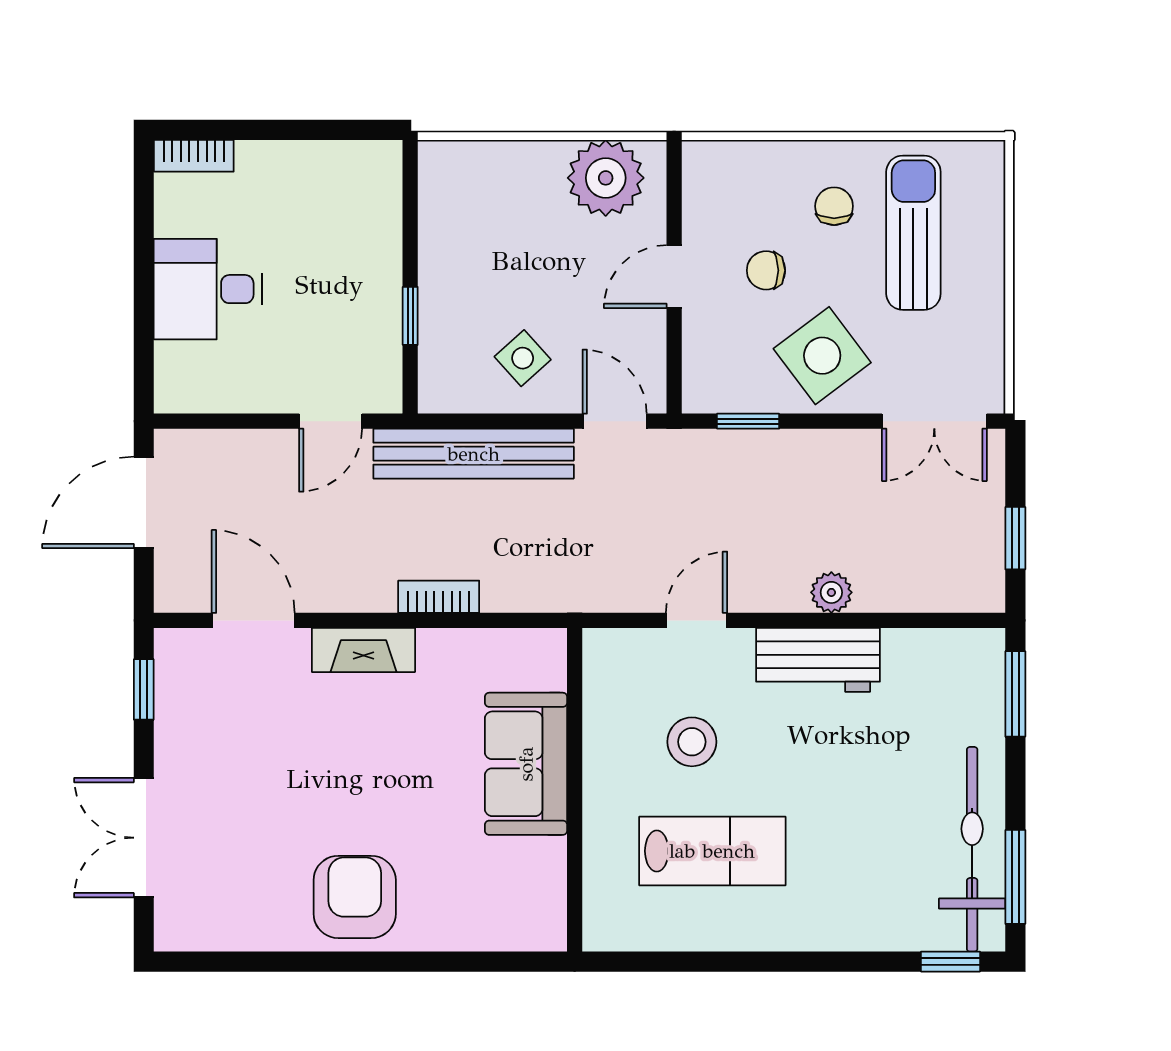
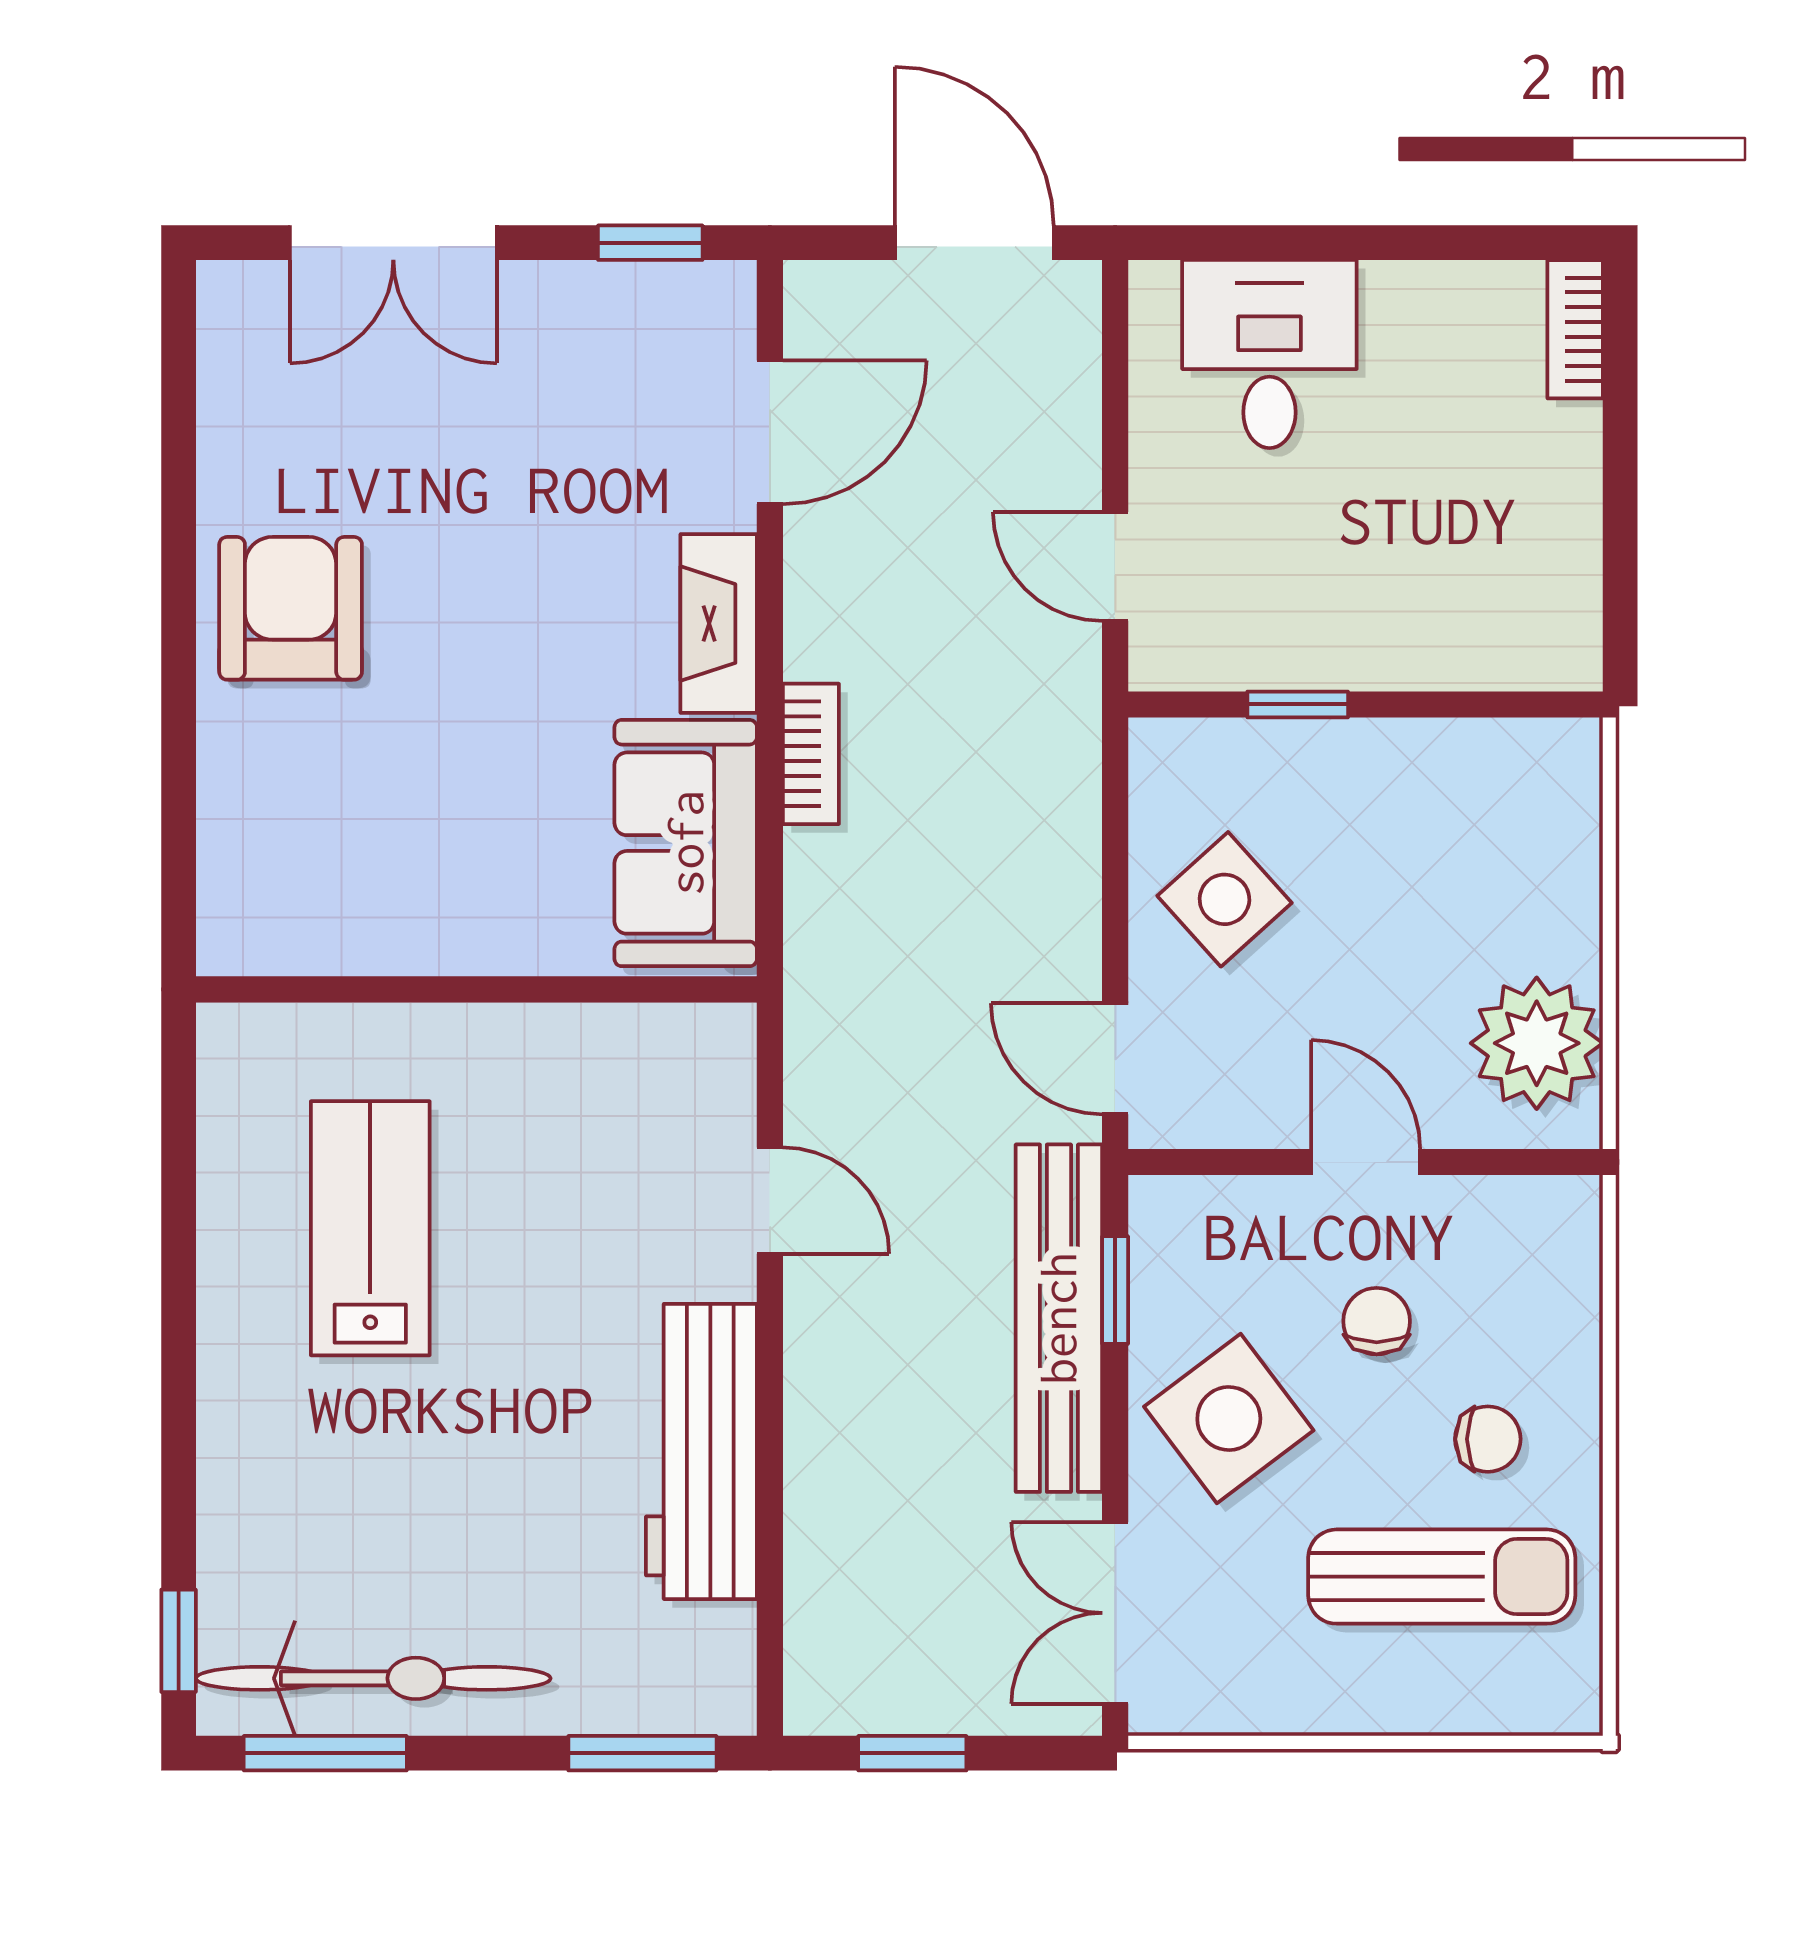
desk: (208, 289) -> (1269, 354), moved
side table: (523, 358) -> (1224, 899), width x1.37, depth x1.37
door: (615, 421) -> (1115, 1059), swing flipped
bench: (474, 454) -> (1059, 1318), moved
plant: (831, 592) -> (818, 1434), removed
workbench: (818, 660) -> (701, 1451), width x1.38
stool: (692, 742) -> (560, 1193), removed
sofa: (526, 764) -> (686, 843), moved, turned -90
double door: (144, 838) -> (393, 243), swing flipped
lab bench: (712, 851) -> (370, 1228), turned 180
armchair: (355, 897) -> (291, 608), turned -90

